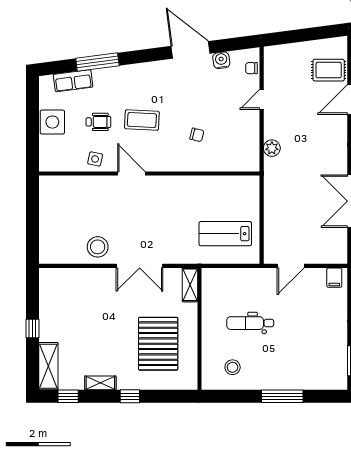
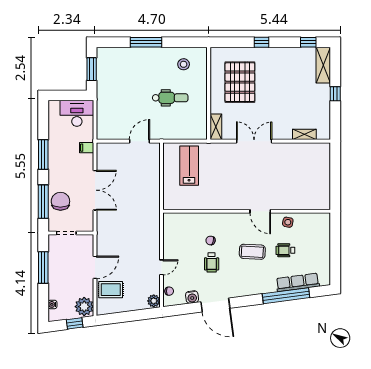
window: (97, 62) -> (286, 296), width x1.46
row of seats: (73, 81) -> (298, 282), width x1.48
wheelchair: (196, 106) -> (212, 262), added
side table: (52, 122) -> (320, 250), removed
plant: (272, 148) -> (154, 301), moved
lab bench: (225, 234) -> (189, 166), turned -90
stool: (98, 247) -> (286, 156), removed
filing cabinet: (334, 278) -> (106, 132), removed
shelving: (100, 383) -> (304, 134), moved

